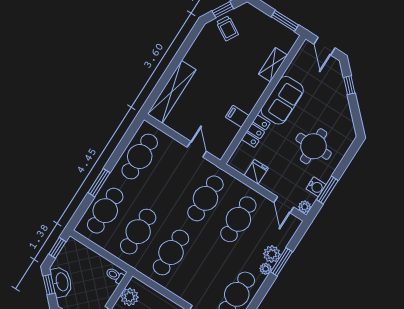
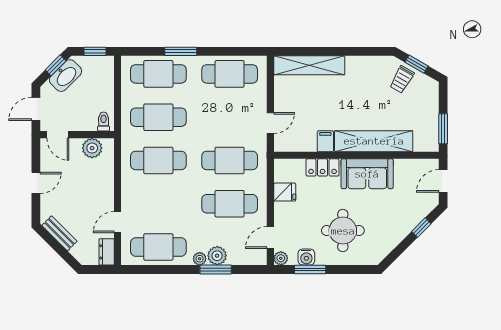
shelving: (273, 65) -> (374, 141), width x2.20, depth x1.33

